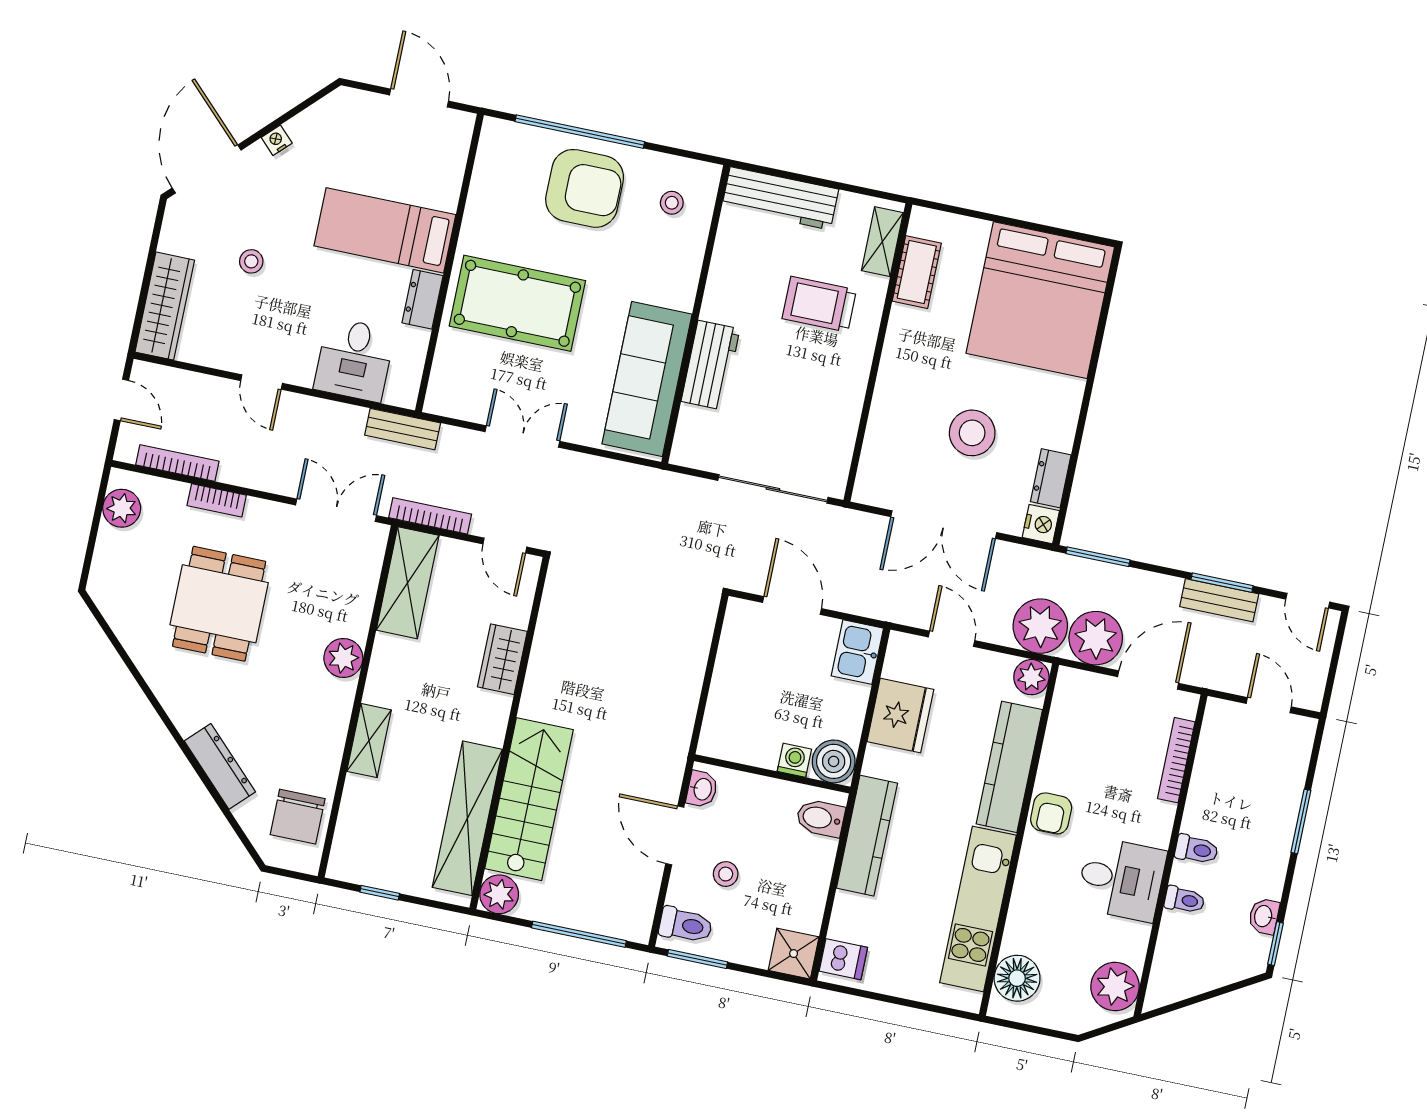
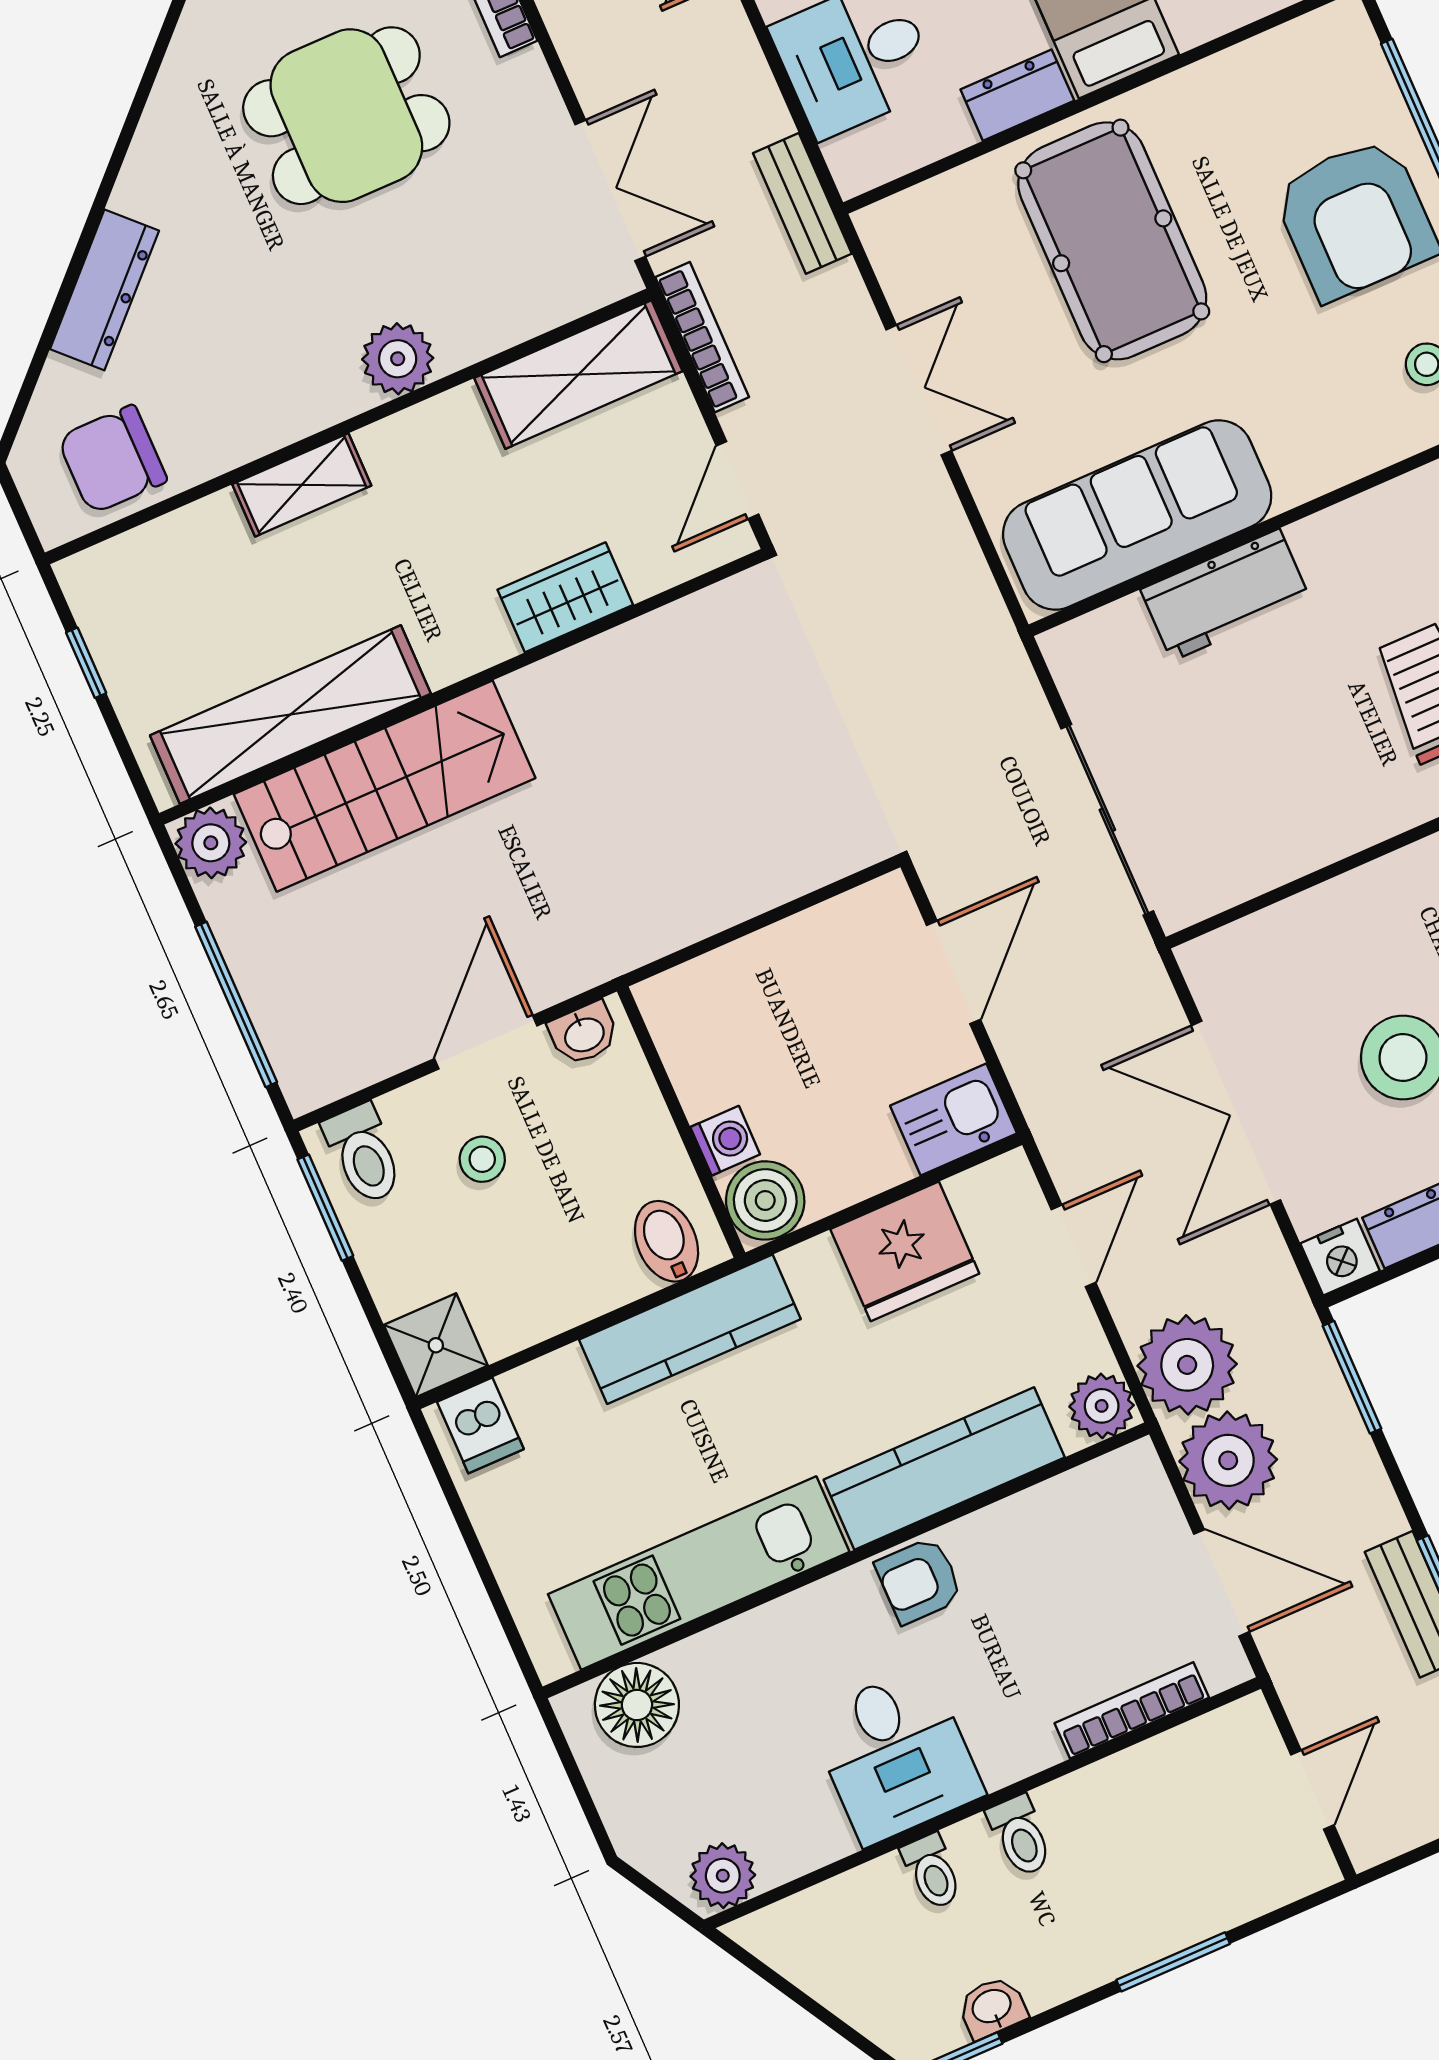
plant: (1115, 986) -> (723, 1876), width x0.73, depth x0.73

